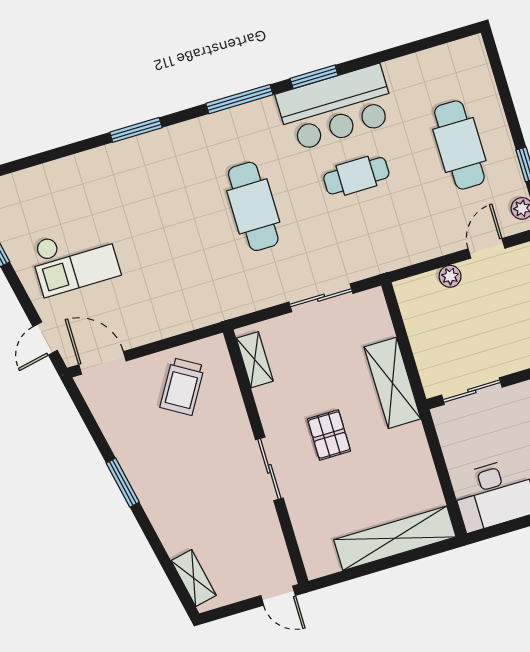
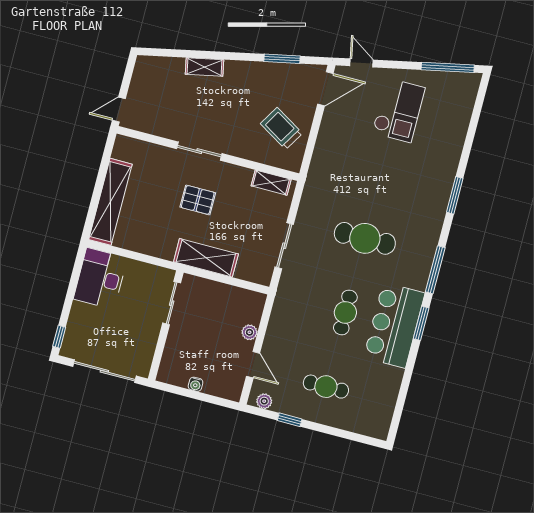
cafe table: (459, 145) -> (326, 387), width x0.73, depth x0.74
checkout: (75, 259) -> (399, 110), turned 180
window: (123, 483) -> (282, 59), moved
shelving: (194, 578) -> (205, 67), moved

